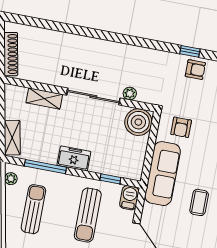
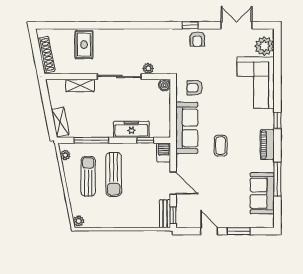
rug: (58, 50) -> (84, 45), added
armchair: (195, 70) -> (197, 39), turned 90
boiler: (138, 122) -> (165, 85), width x0.54, depth x0.54
armchair: (181, 127) -> (195, 88), turned 90
freezer: (74, 158) -> (131, 129), moved, width x1.40
sun lounger: (88, 215) -> (114, 174), moved

